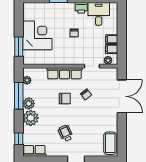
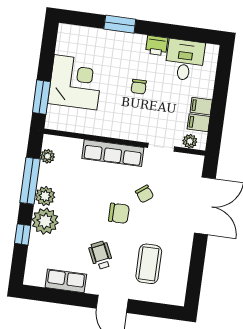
chair: (65, 98) -> (119, 213), moved
window: (19, 139) -> (23, 234), moved
coffee table: (110, 143) -> (149, 264), moved
row of seats: (34, 151) -> (66, 281), moved

